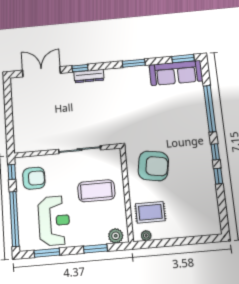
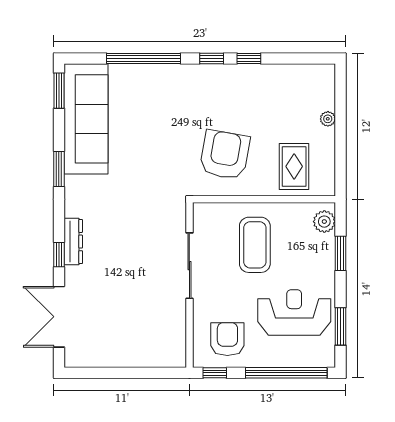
sofa: (176, 73) -> (86, 119), width x1.36, depth x1.27
plant: (146, 236) -> (328, 119), moved

